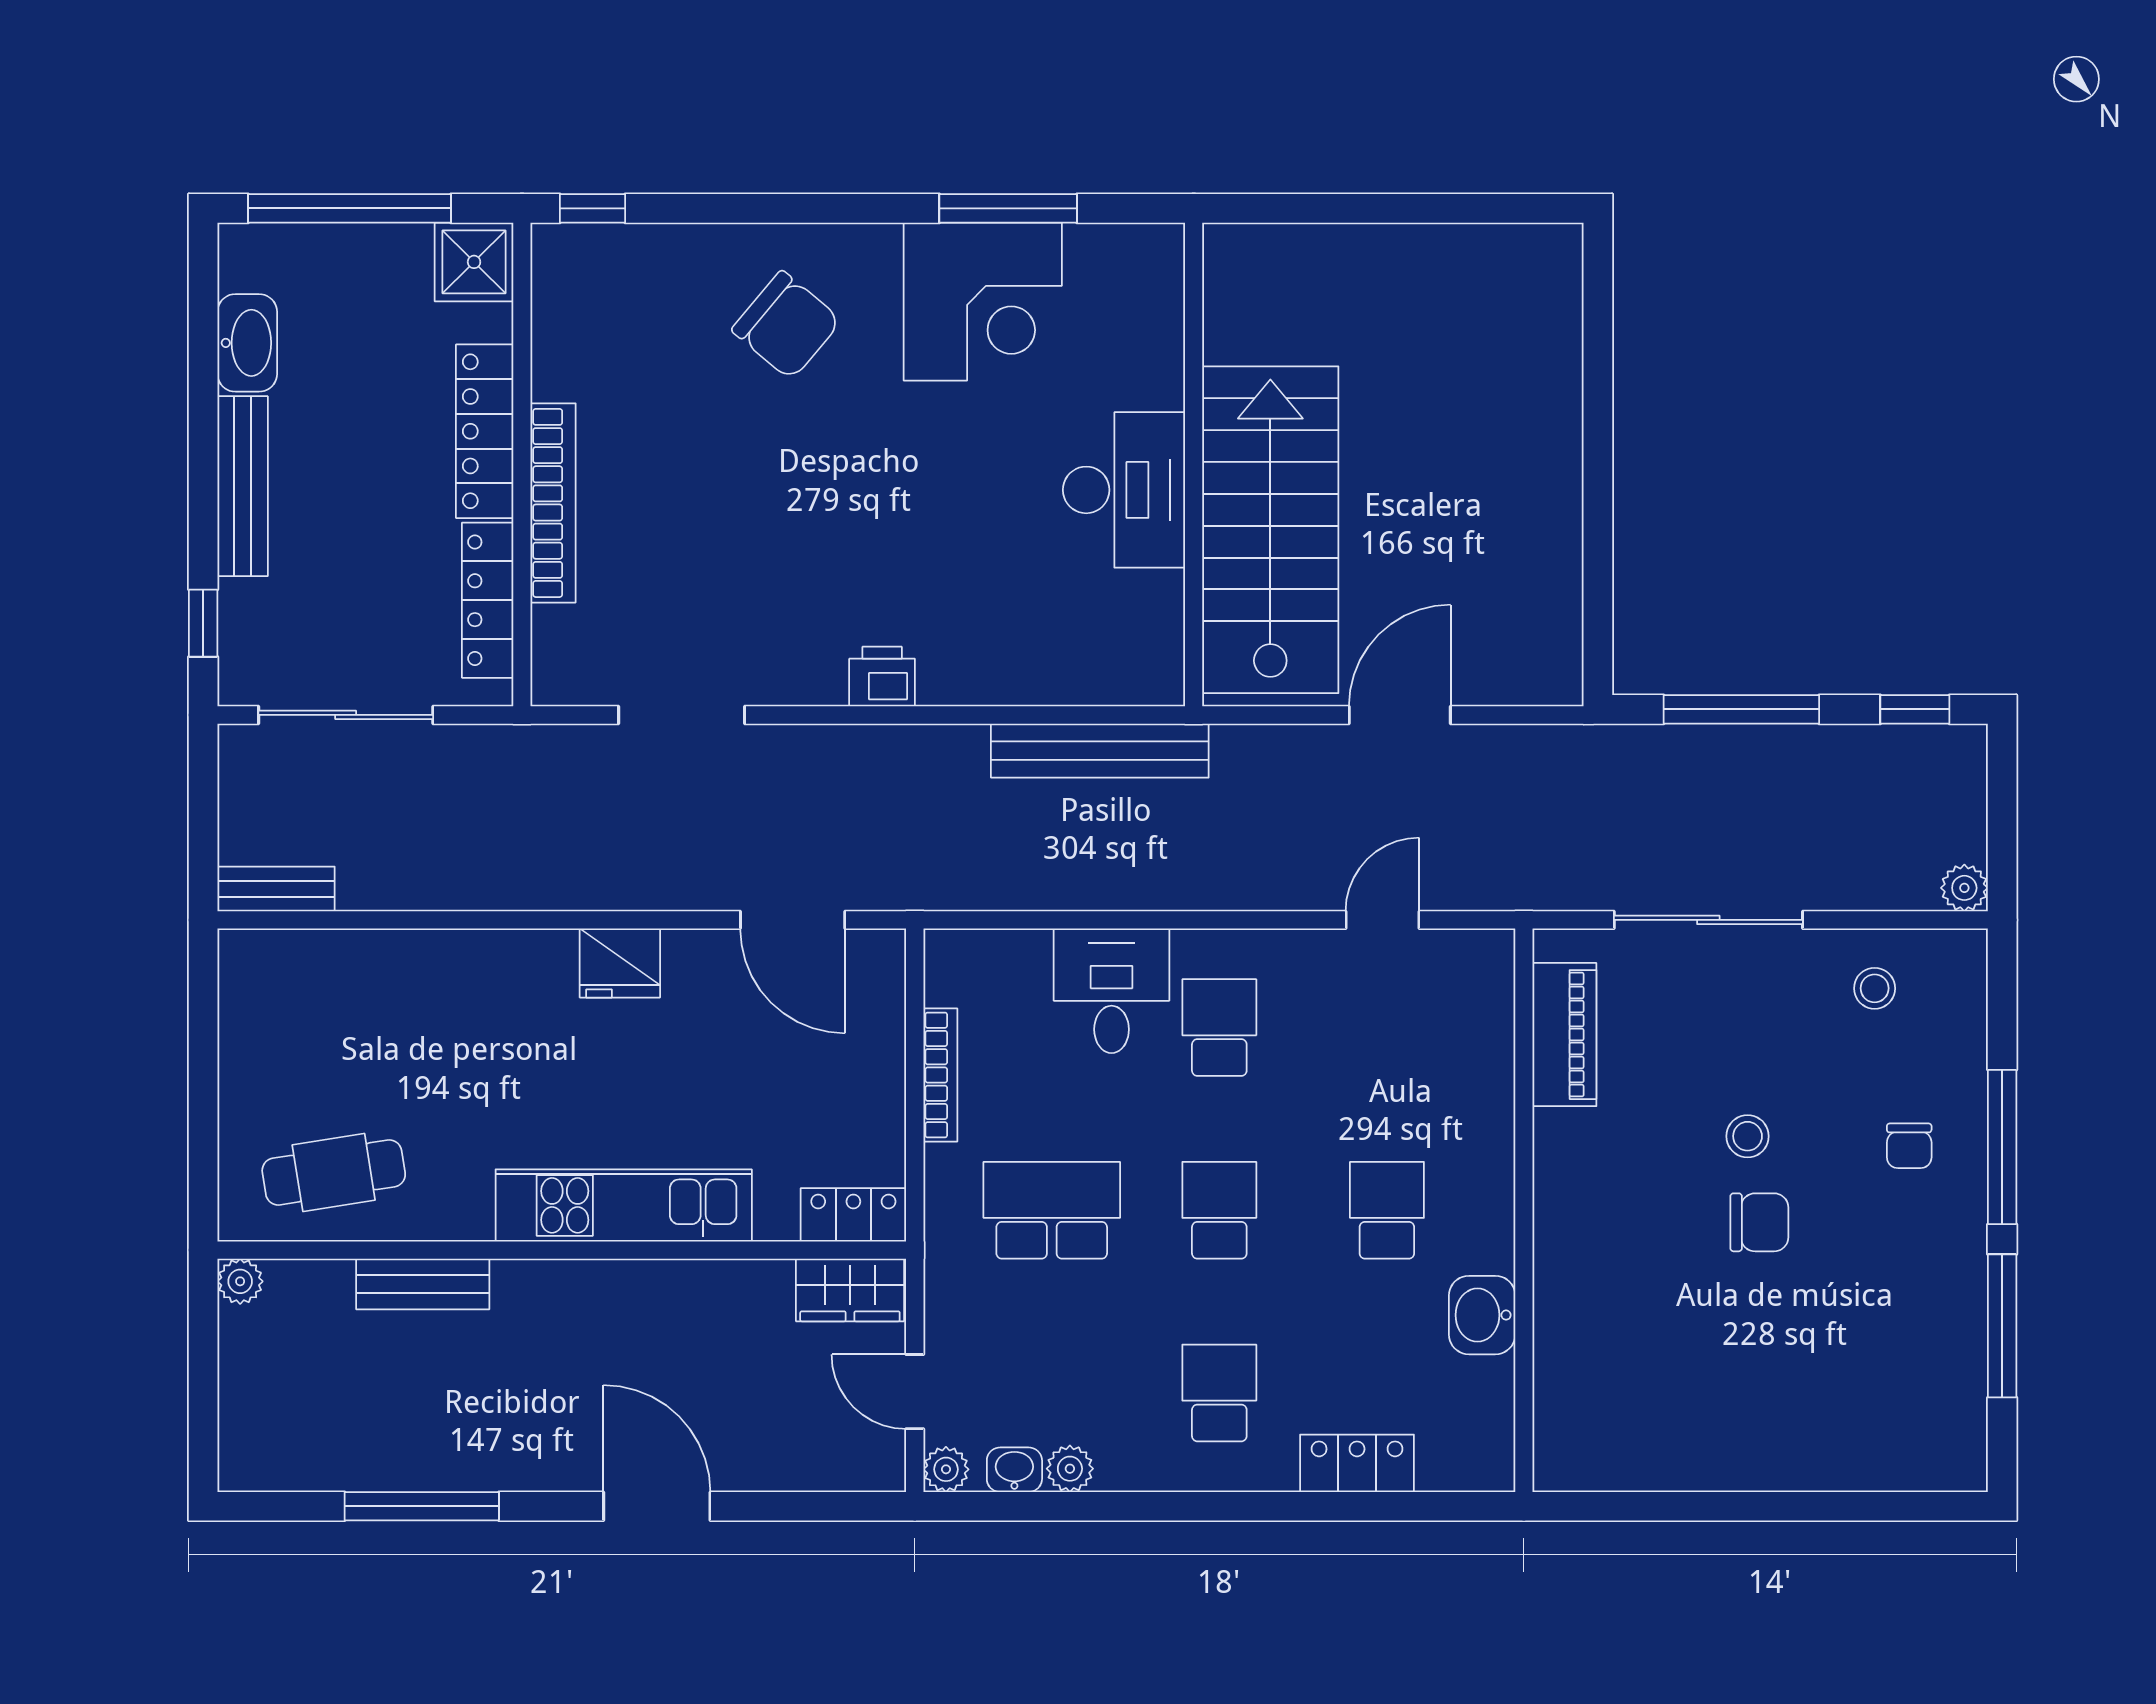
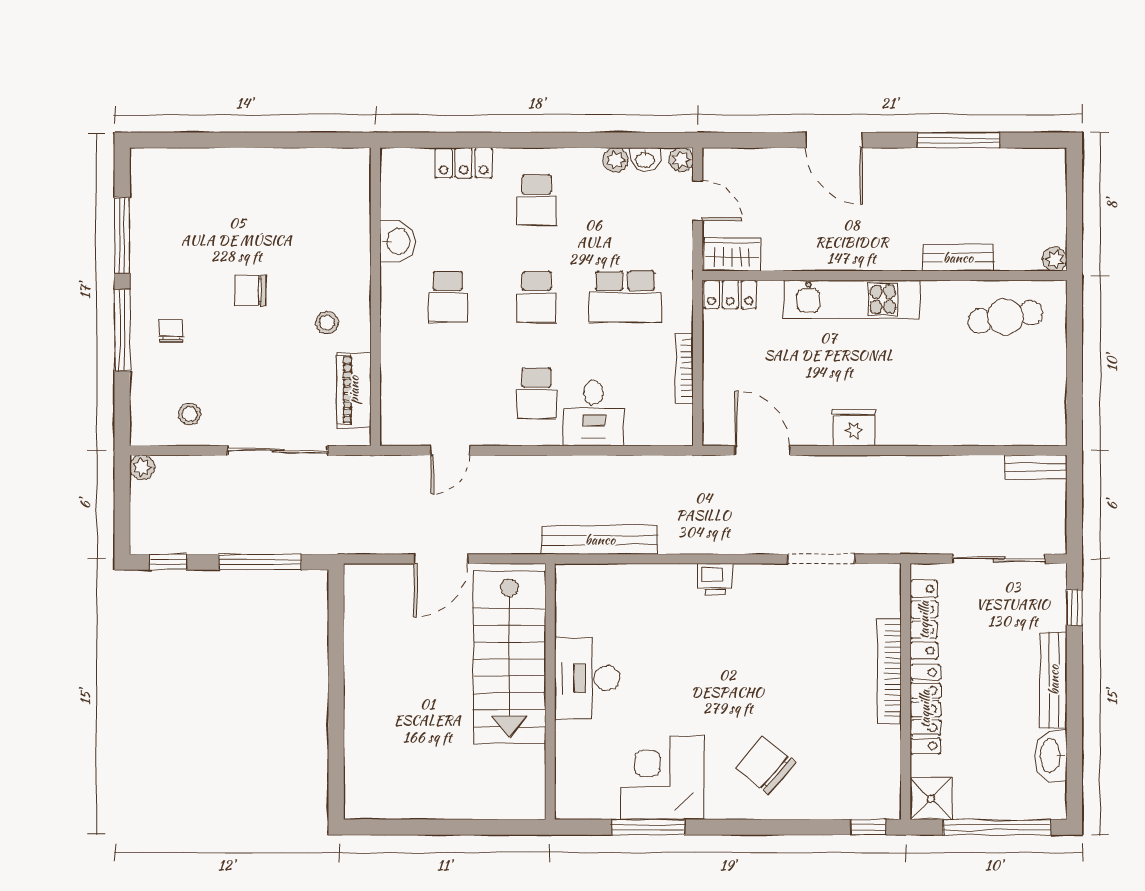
stool: (1748, 1136) -> (327, 323), moved

